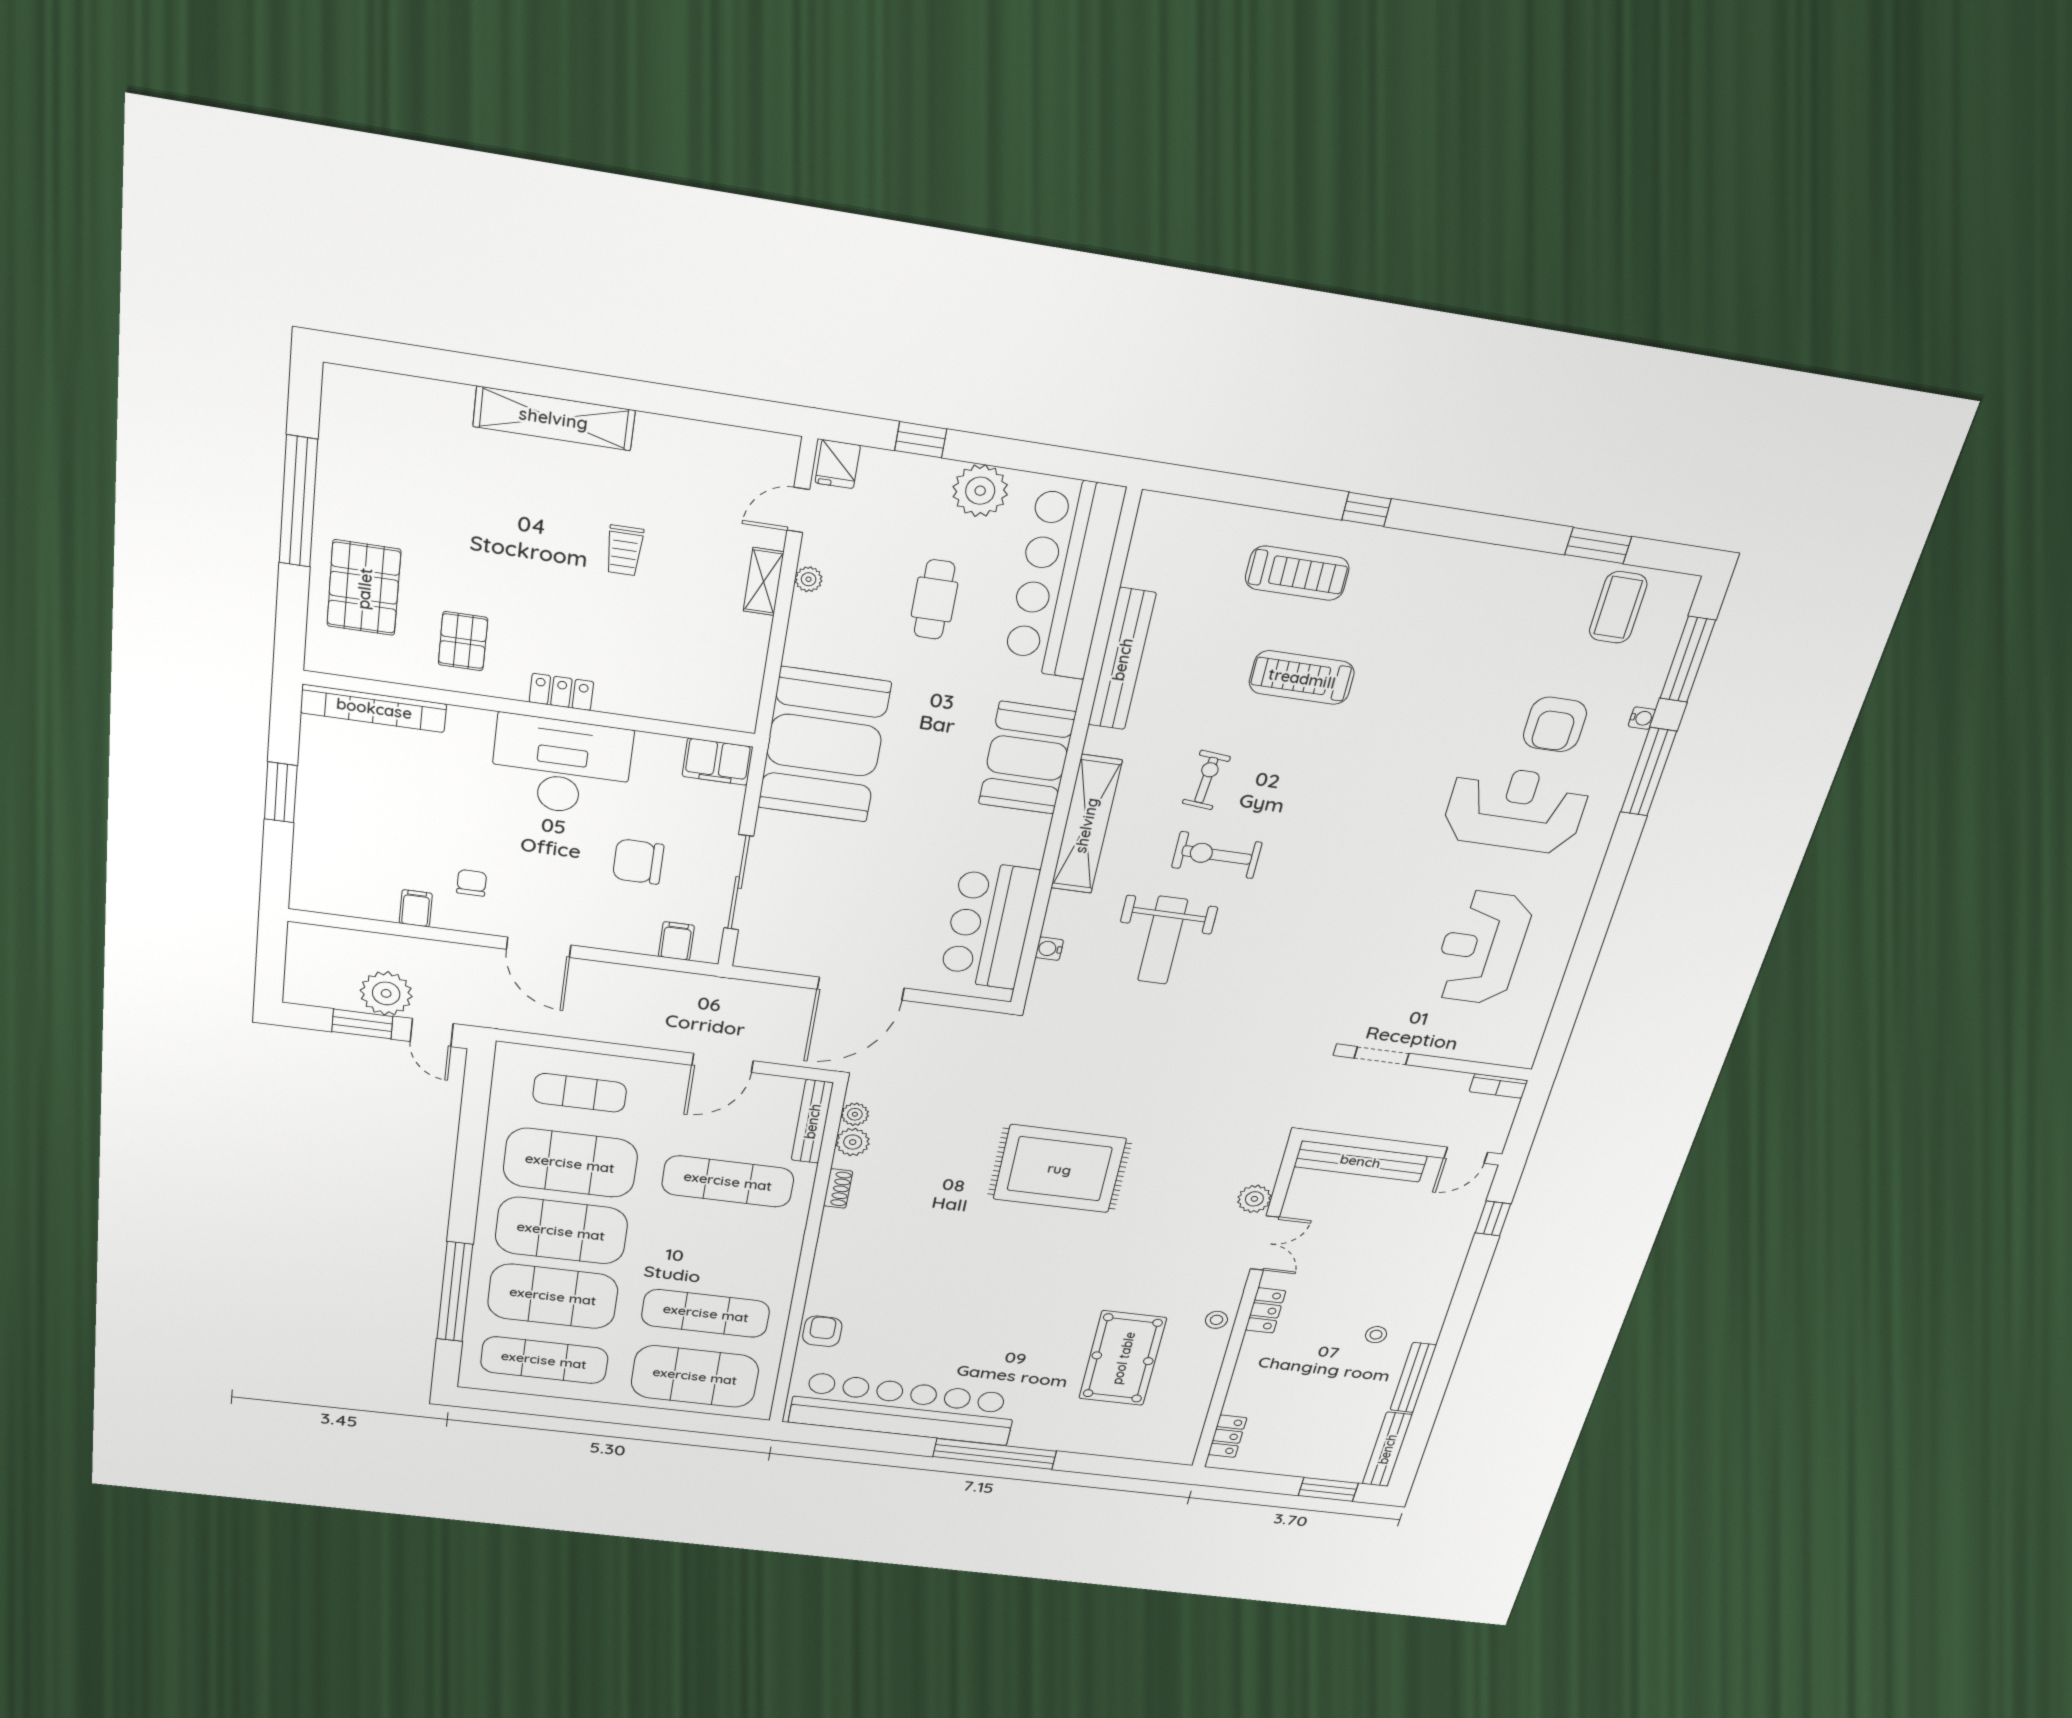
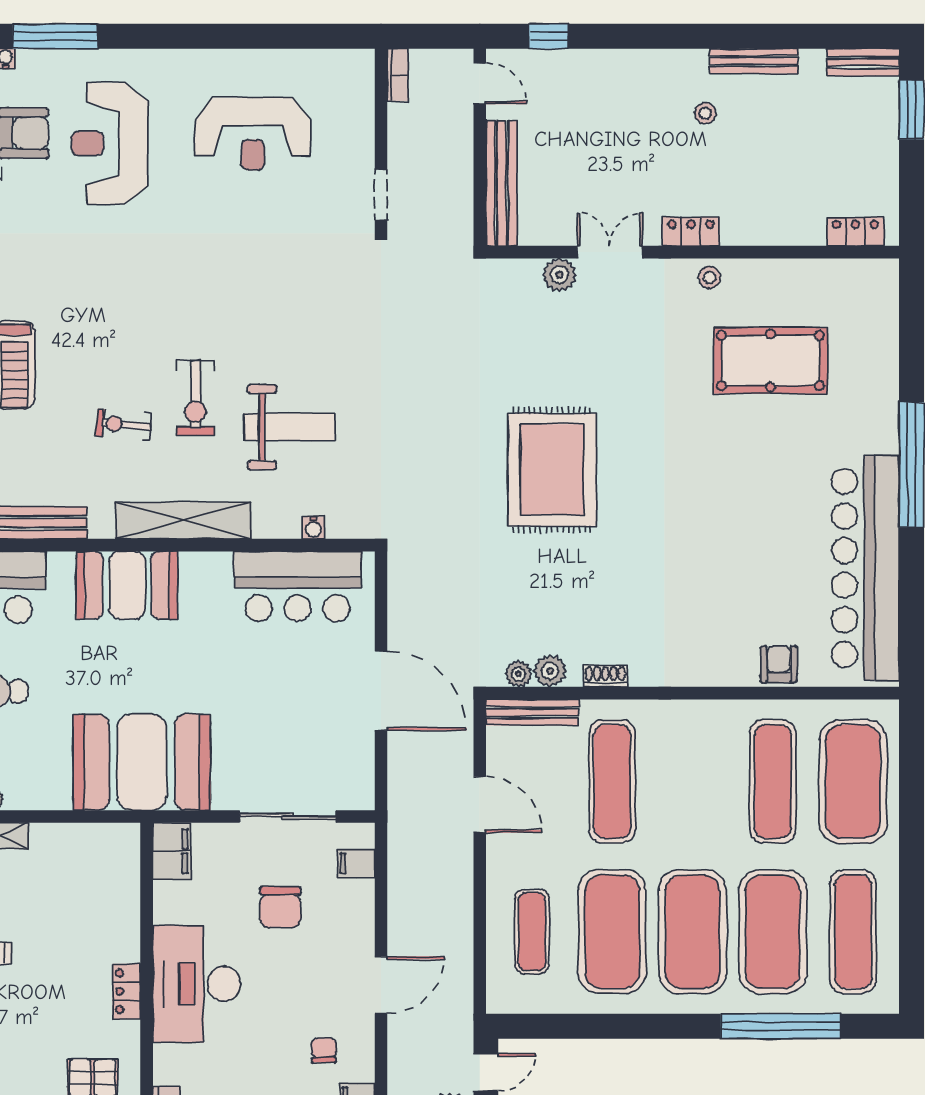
chair: (472, 883) -> (324, 1050), turned 90
armchair: (822, 1331) -> (779, 664), turned 90
bench: (1387, 1449) -> (863, 62), width x0.73

